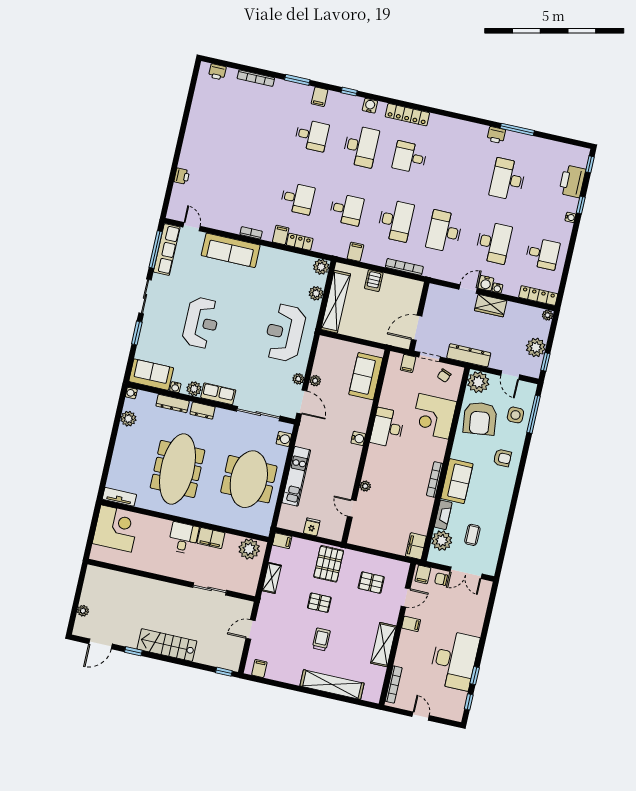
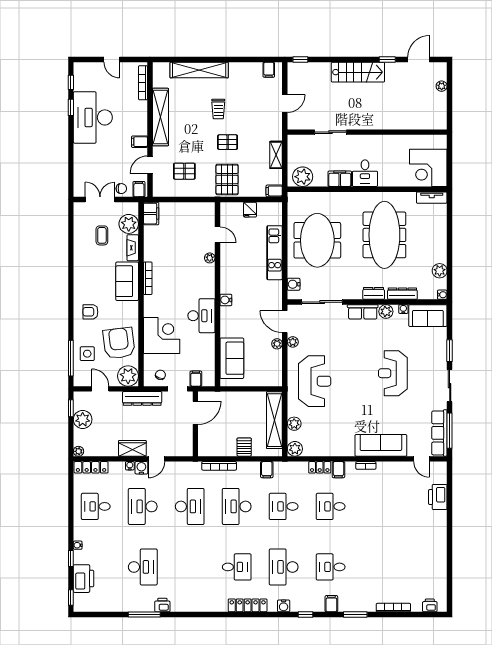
printer: (182, 176) -> (438, 497), width x1.87, depth x1.48
shelving: (383, 645) -> (160, 117), width x1.47

